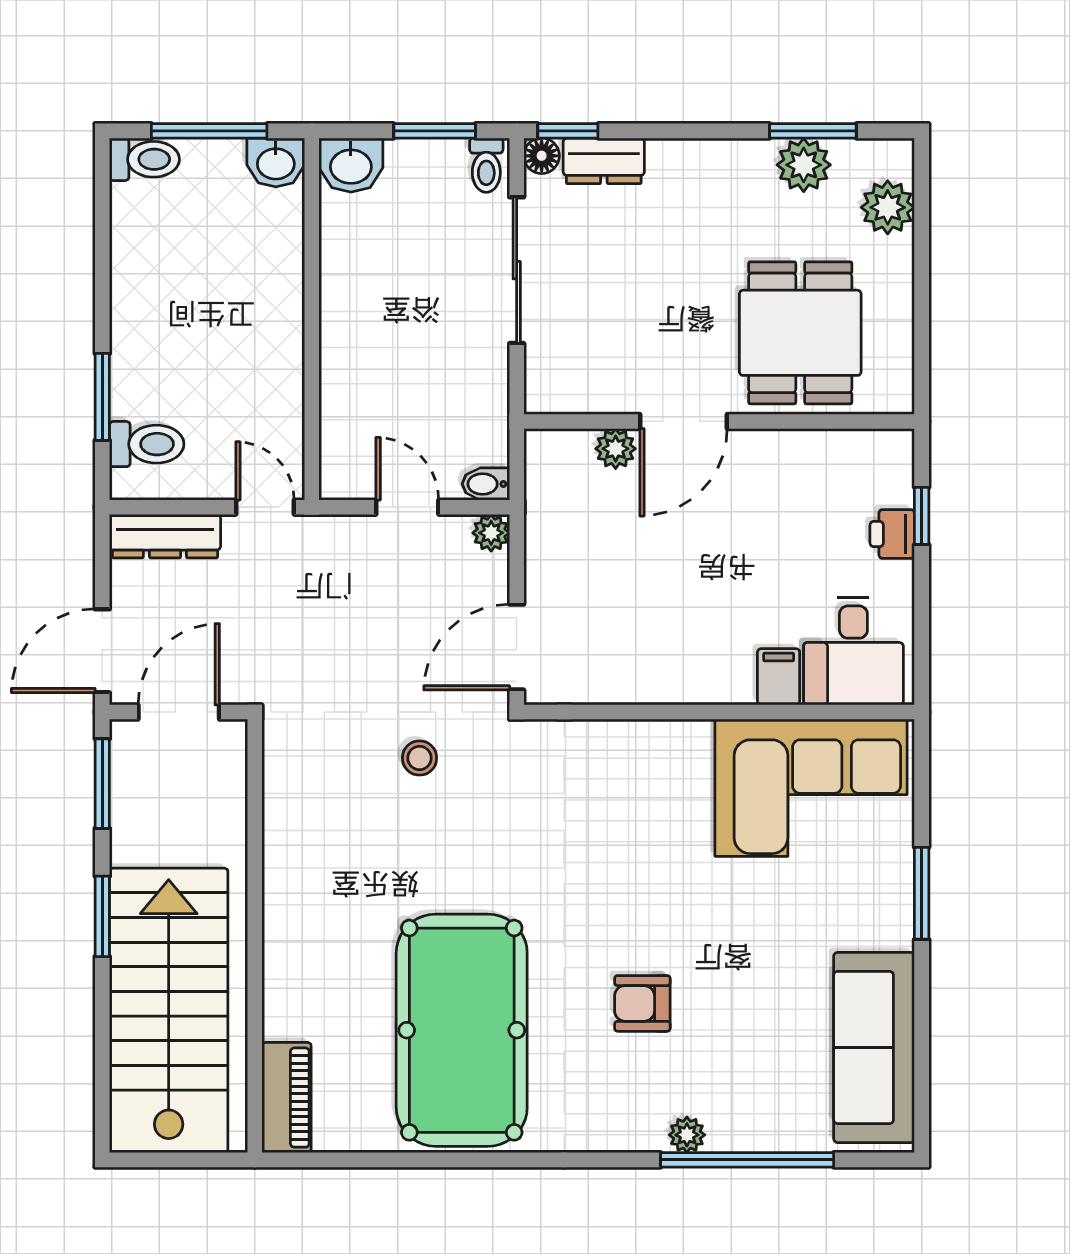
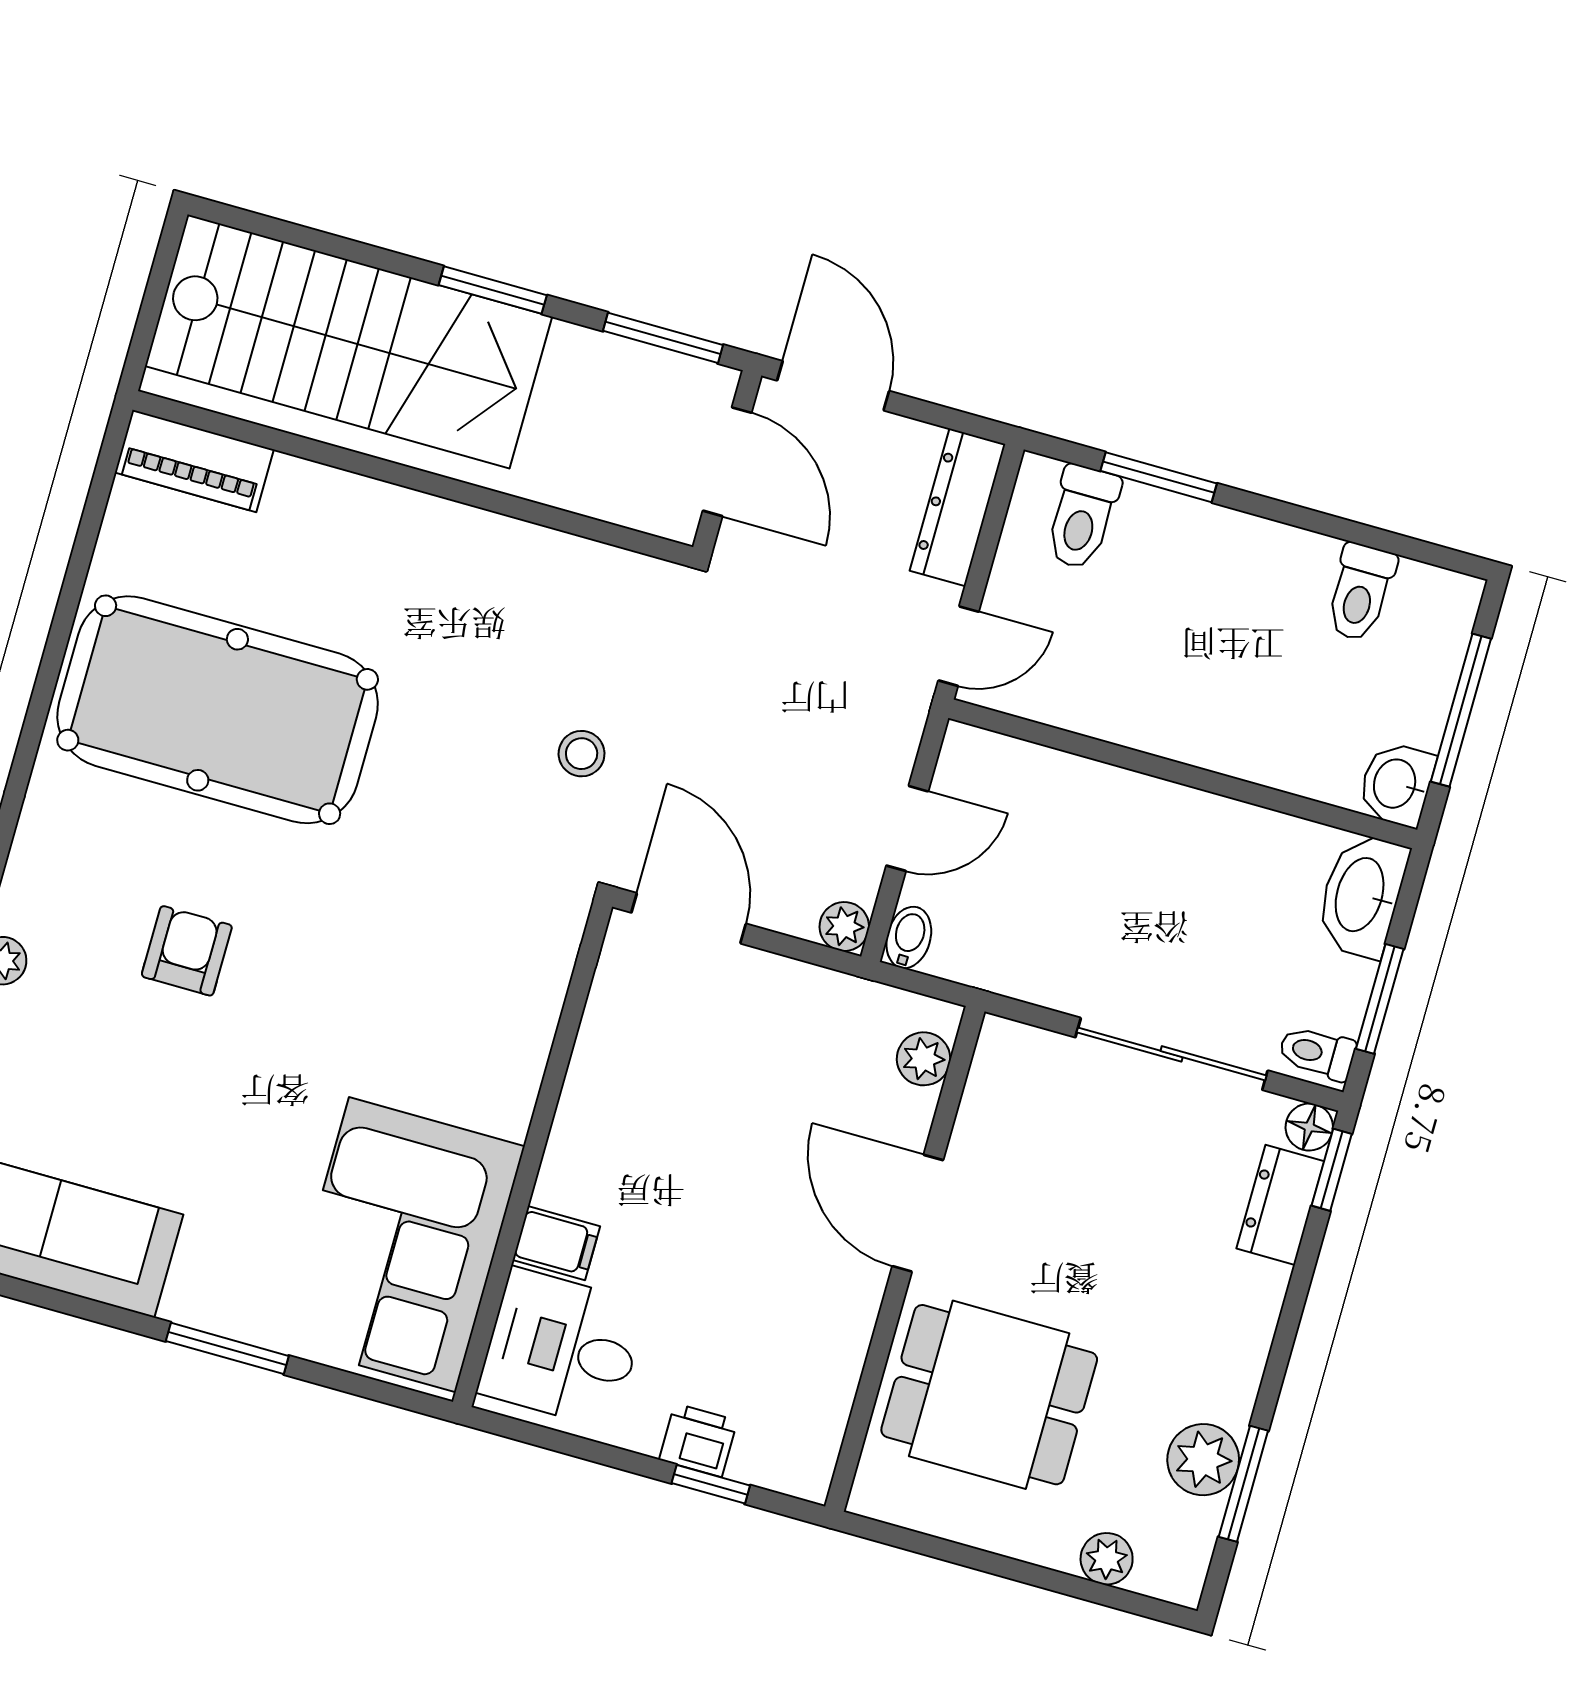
toilet: (144, 159) -> (1360, 592), moved
washbasin: (351, 165) -> (1362, 895), width x1.38
plant: (888, 207) -> (1107, 1559), width x0.73, depth x0.73
plant: (616, 449) -> (924, 1059), moved

